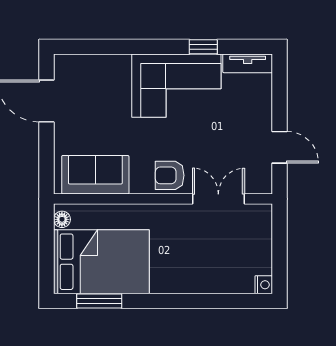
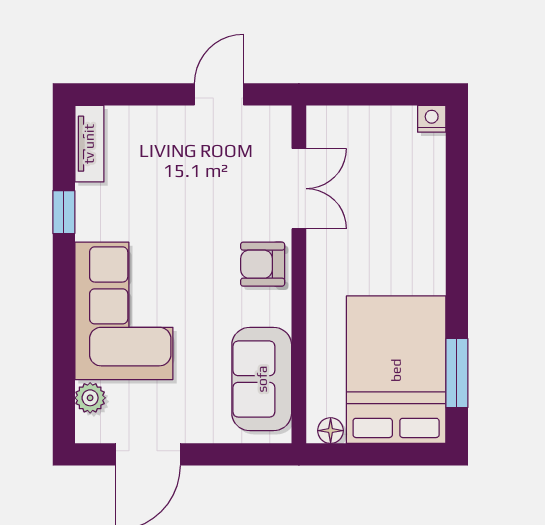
plant: (83, 64) -> (90, 398), added
corner sofa: (176, 86) -> (124, 311), moved
armchair: (170, 175) -> (263, 264), turned 90
double door: (218, 199) -> (299, 189), swing flipped

